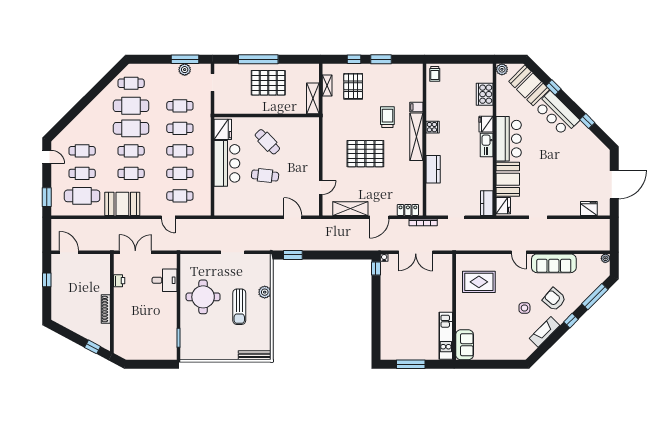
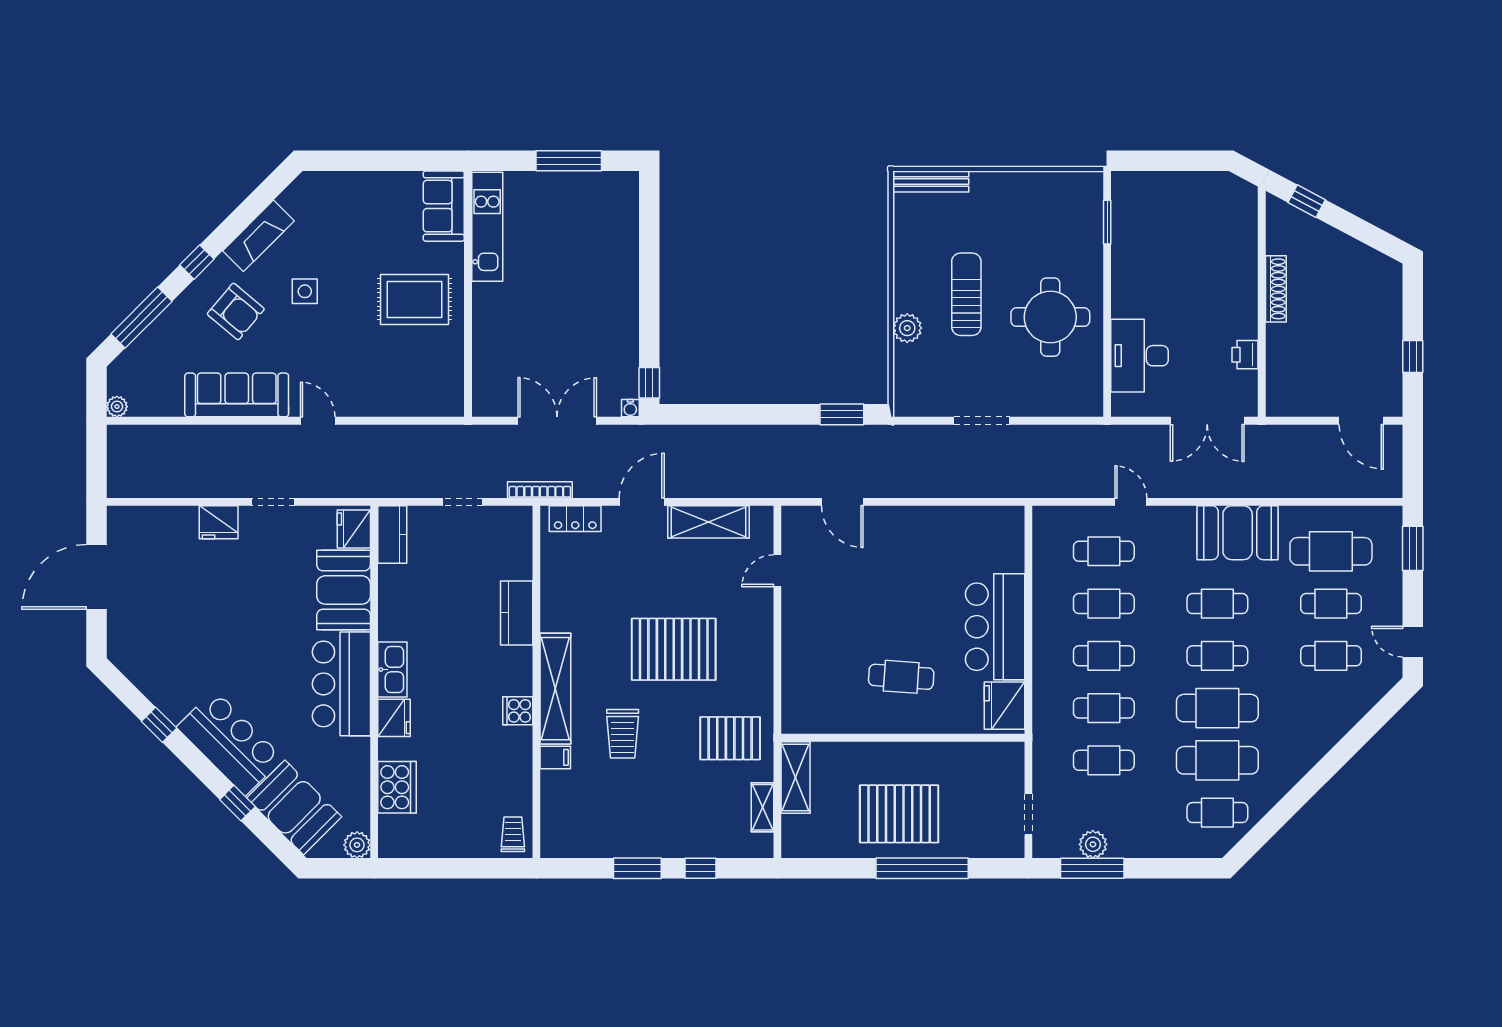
pallet: (353, 86) -> (730, 738), moved, turned 90
cafe table: (267, 142) -> (901, 677), turned -42
cafe table: (265, 176) -> (907, 599), removed
fridge: (589, 208) -> (219, 522), moved
desk: (165, 280) -> (1140, 356), width x1.37
rug: (479, 282) -> (414, 299), moved

